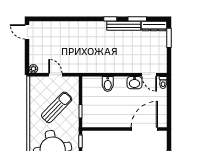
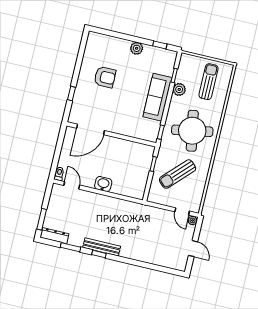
bench: (124, 26) -> (102, 247), moved
door: (27, 32) -> (193, 249), moved
door: (55, 75) -> (182, 211), moved
washbasin: (134, 83) -> (103, 184), moved
bidet: (108, 84) -> (118, 186), removed

